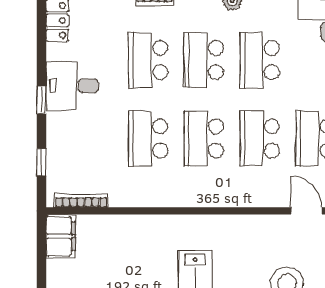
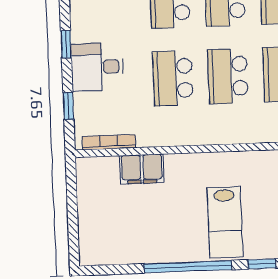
desk: (72, 86) -> (97, 67), moved
filing cabinet: (61, 236) -> (142, 169), moved, turned 90

